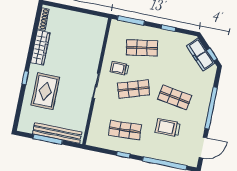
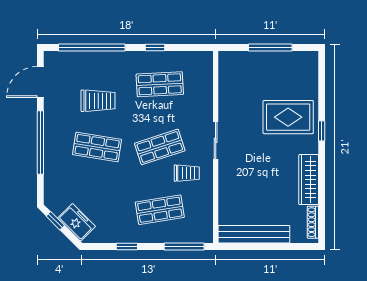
freezer: (201, 54) -> (77, 222), width x0.71
rug: (45, 91) -> (288, 117), turned 90
bench: (57, 133) -> (254, 234), moved

